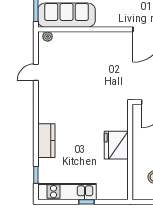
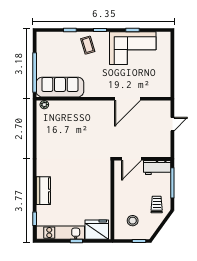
door: (36, 72) -> (35, 134), removed
fridge: (116, 145) -> (97, 230), moved, turned 90

